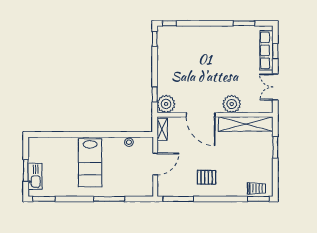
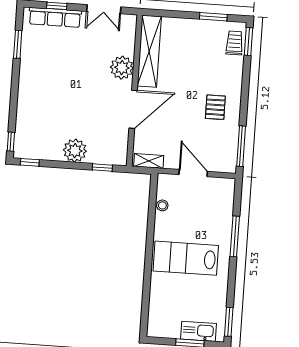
plant: (166, 104) -> (75, 151), moved
window: (275, 147) -> (213, 17), moved
lab bench: (90, 163) -> (186, 258), turned 180

